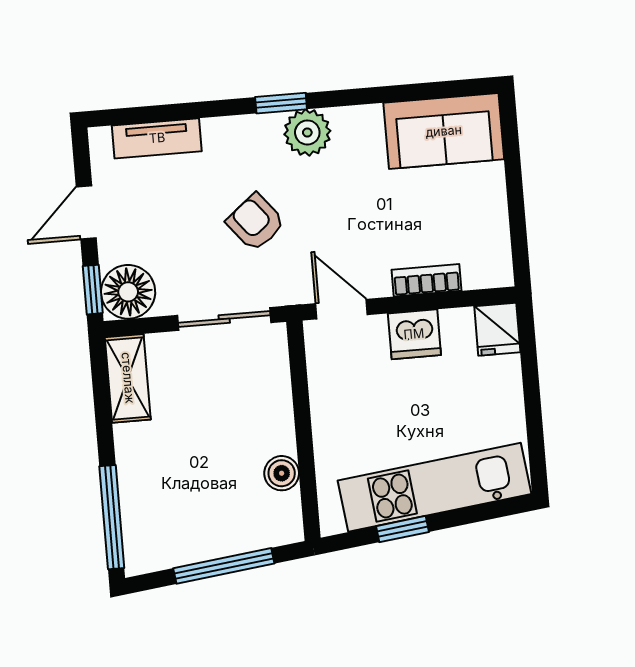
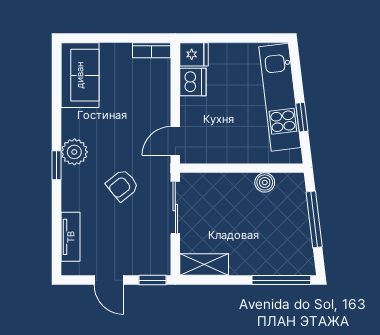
bookcase: (426, 280) -> (152, 50), moved, turned -90
floor lamp: (128, 292) -> (155, 260), removed
dishwasher: (414, 334) -> (193, 82), moved

